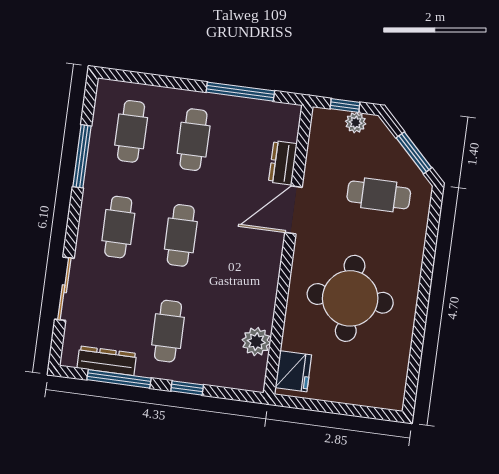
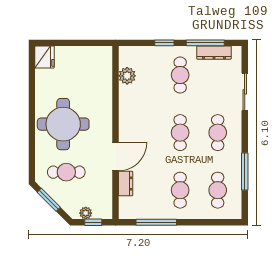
round table: (350, 298) -> (63, 124), moved
fridge: (293, 371) -> (45, 57), moved, turned 180

